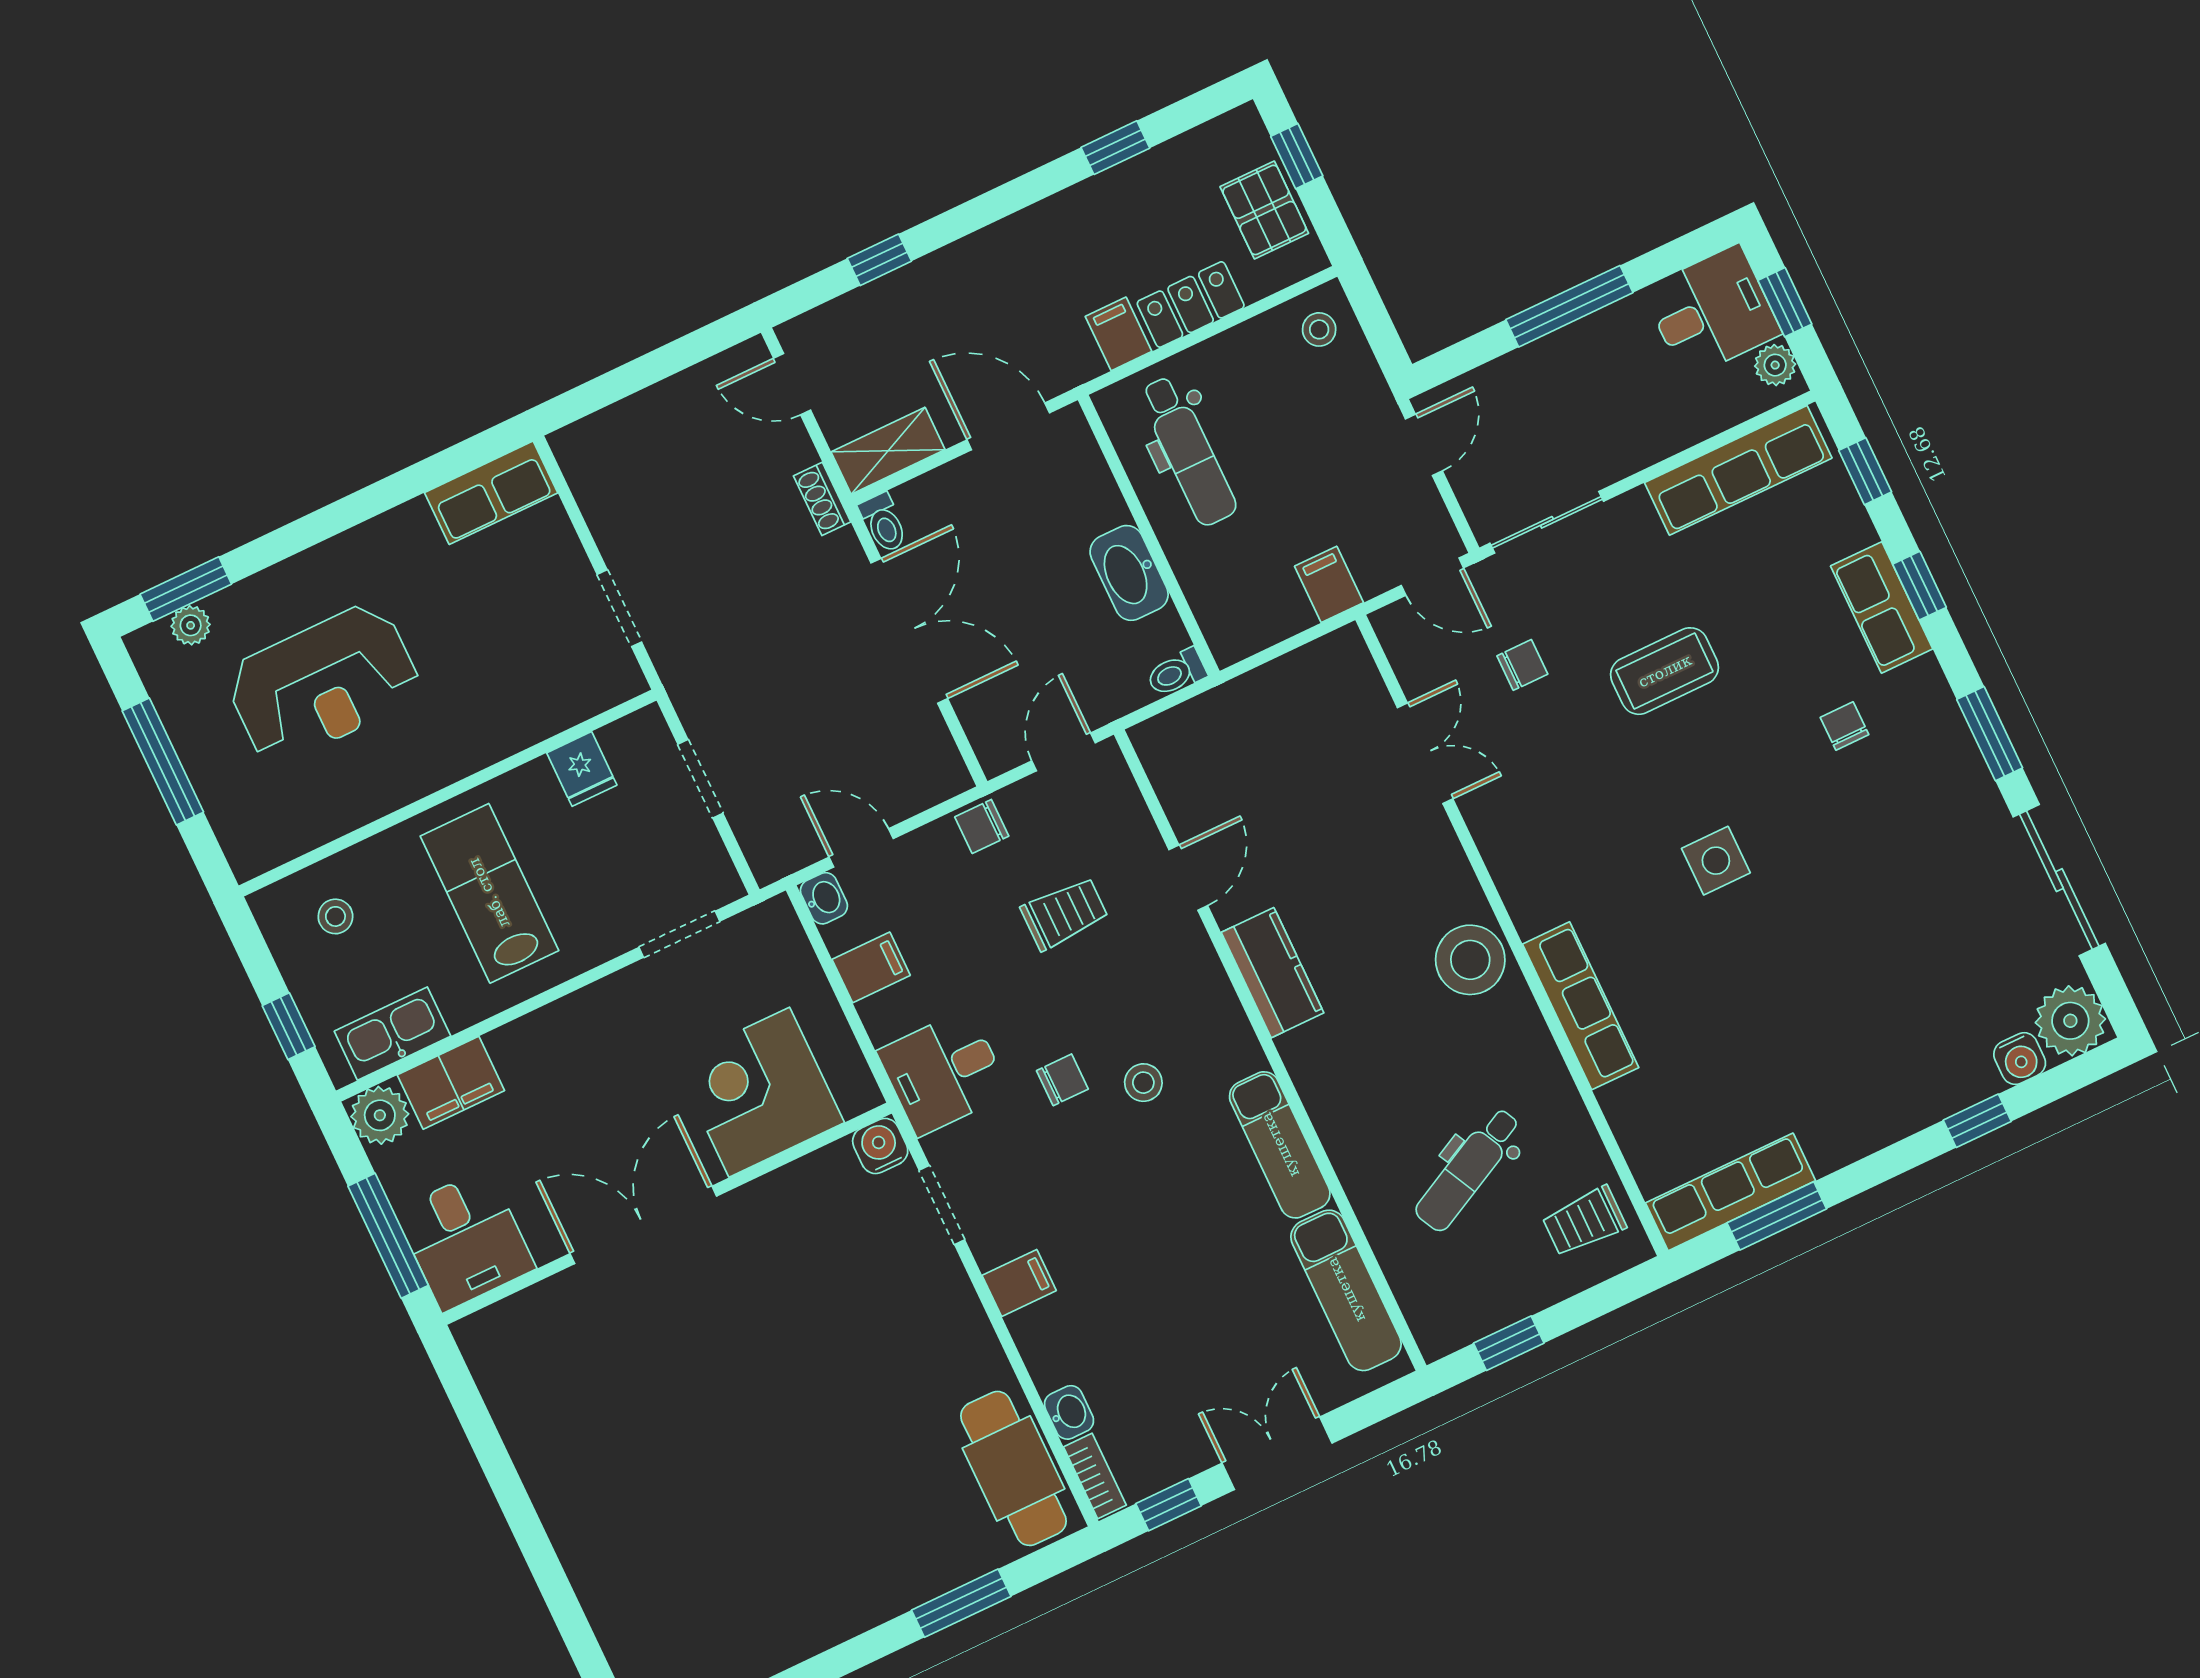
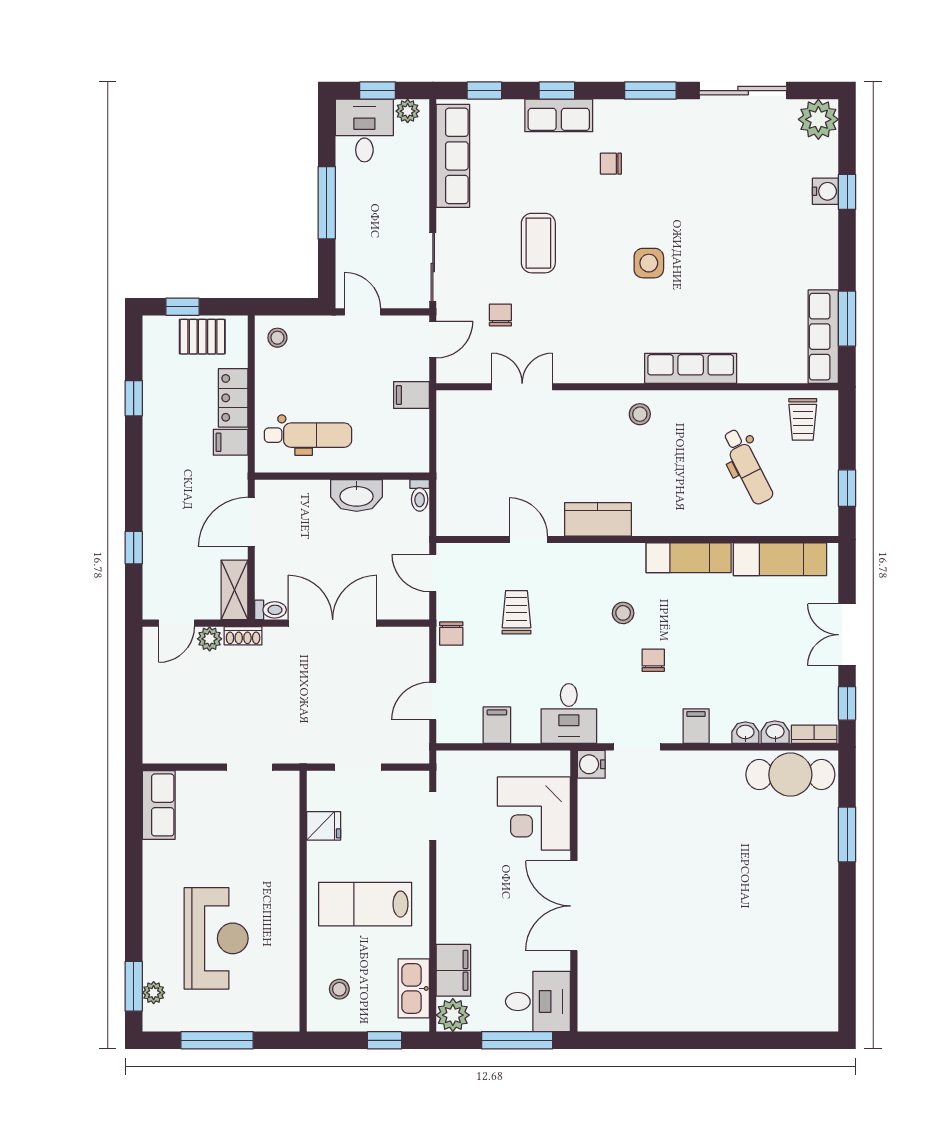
plant: (792, 448) -> (210, 639), added
washbasin: (824, 898) -> (745, 733), moved
stool: (1470, 960) -> (640, 414), width x0.53, depth x0.53
water cooler: (2020, 1059) -> (825, 191), moved
chair: (1062, 1080) -> (653, 660), moved

